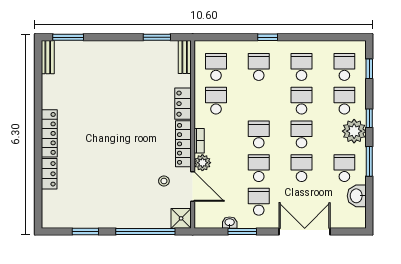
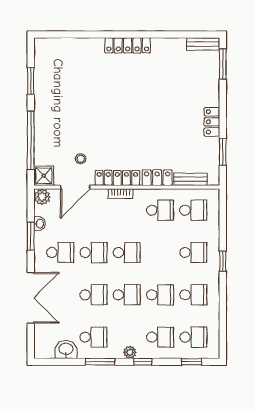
bench: (185, 57) -> (190, 179), moved
plant: (354, 131) -> (130, 352), width x0.53, depth x0.53
plant: (202, 163) -> (42, 197), moved
locker: (49, 174) -> (212, 122), moved, turned 90

